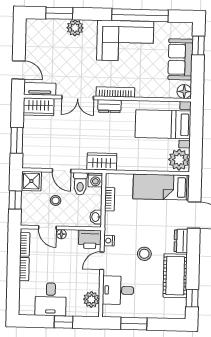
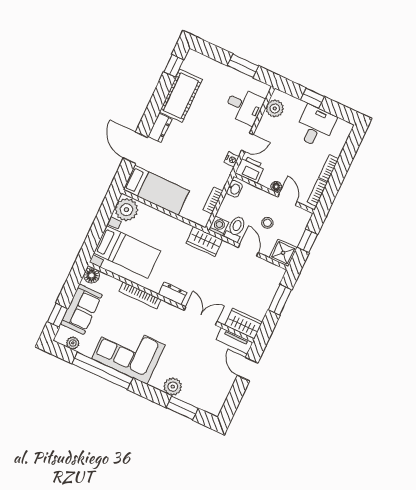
plant: (175, 28) -> (73, 343), added
bookcase: (115, 92) -> (140, 295), moved
stool: (144, 254) -> (202, 131), removed

